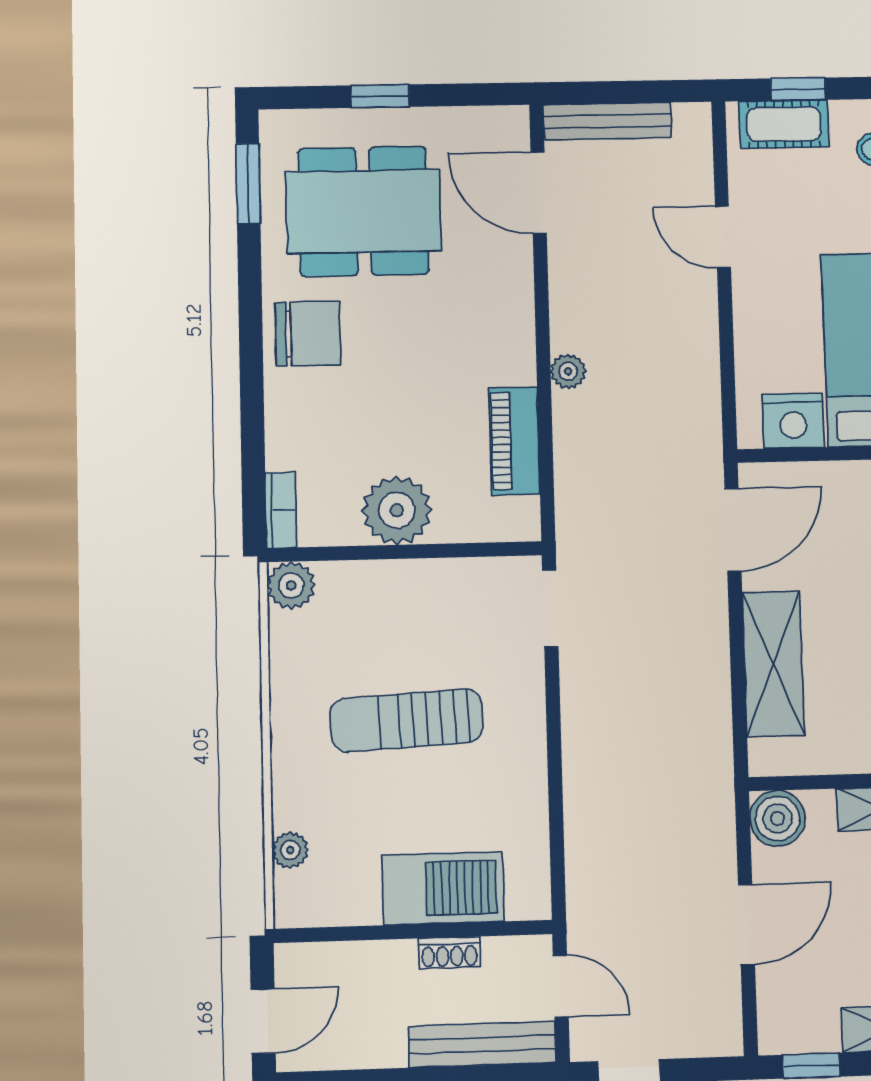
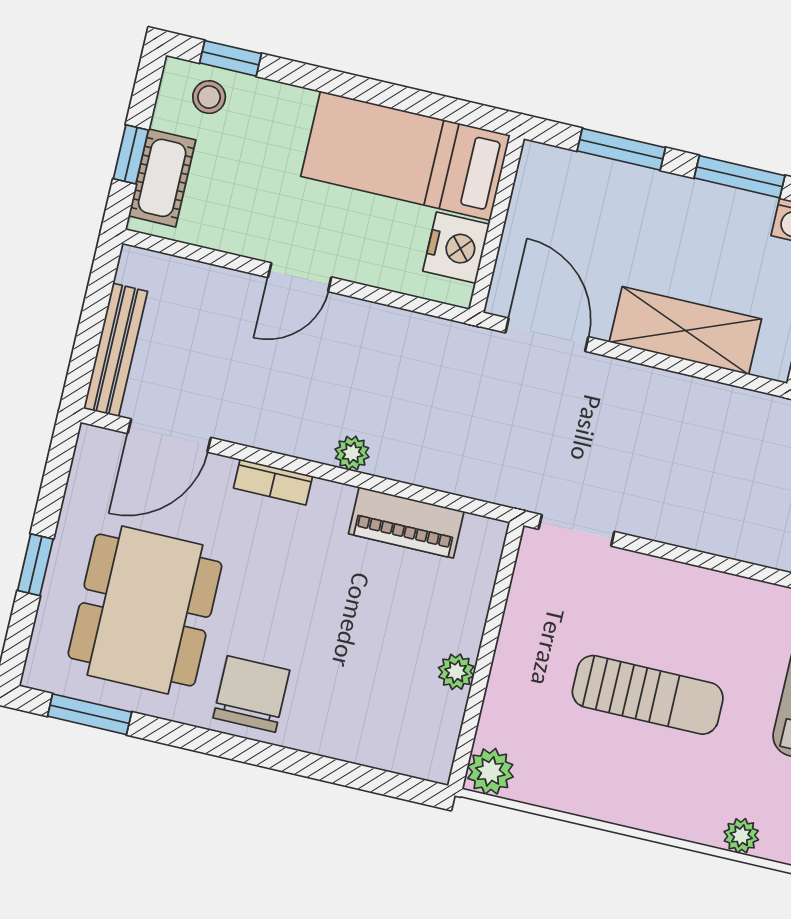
door: (723, 237) -> (300, 277), moved
bookcase: (281, 510) -> (273, 482), moved, turned 180
plant: (397, 510) -> (456, 672), width x0.53, depth x0.53
sun lounger: (407, 720) -> (648, 695), turned -87

